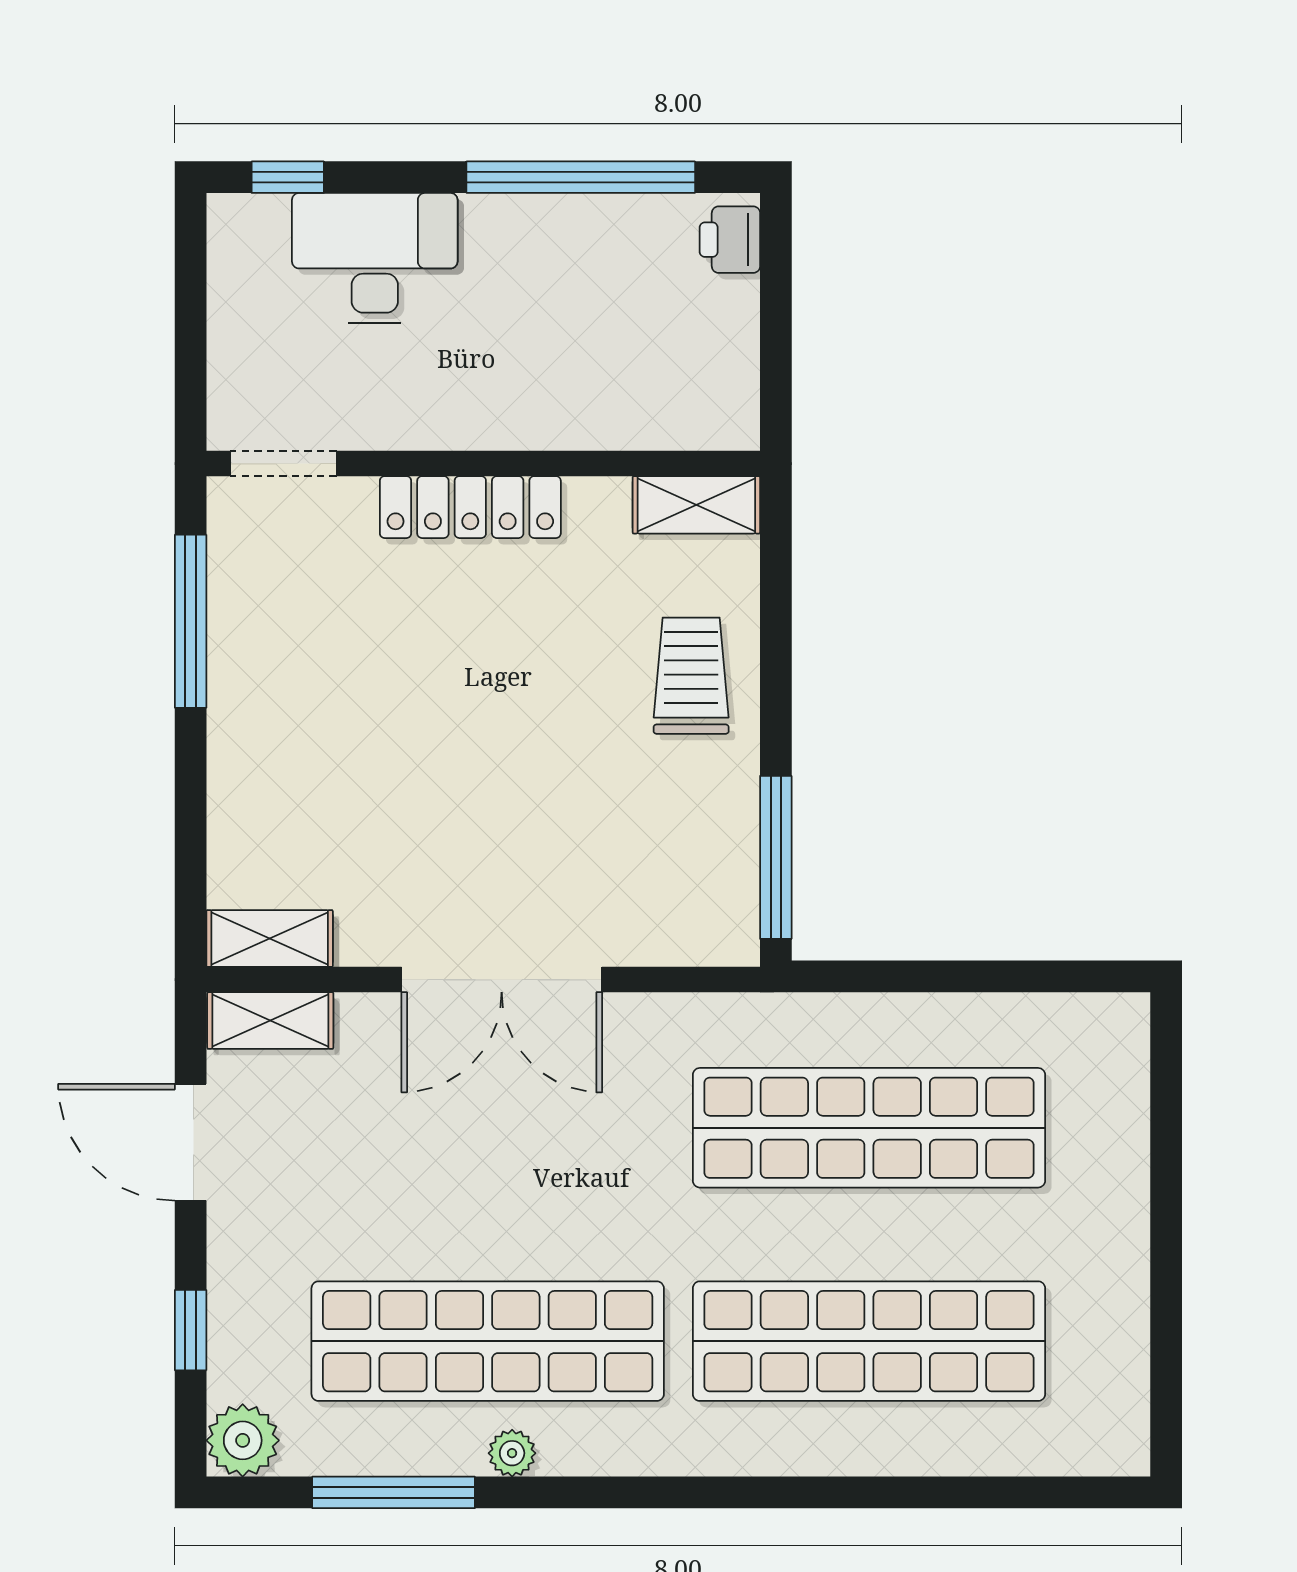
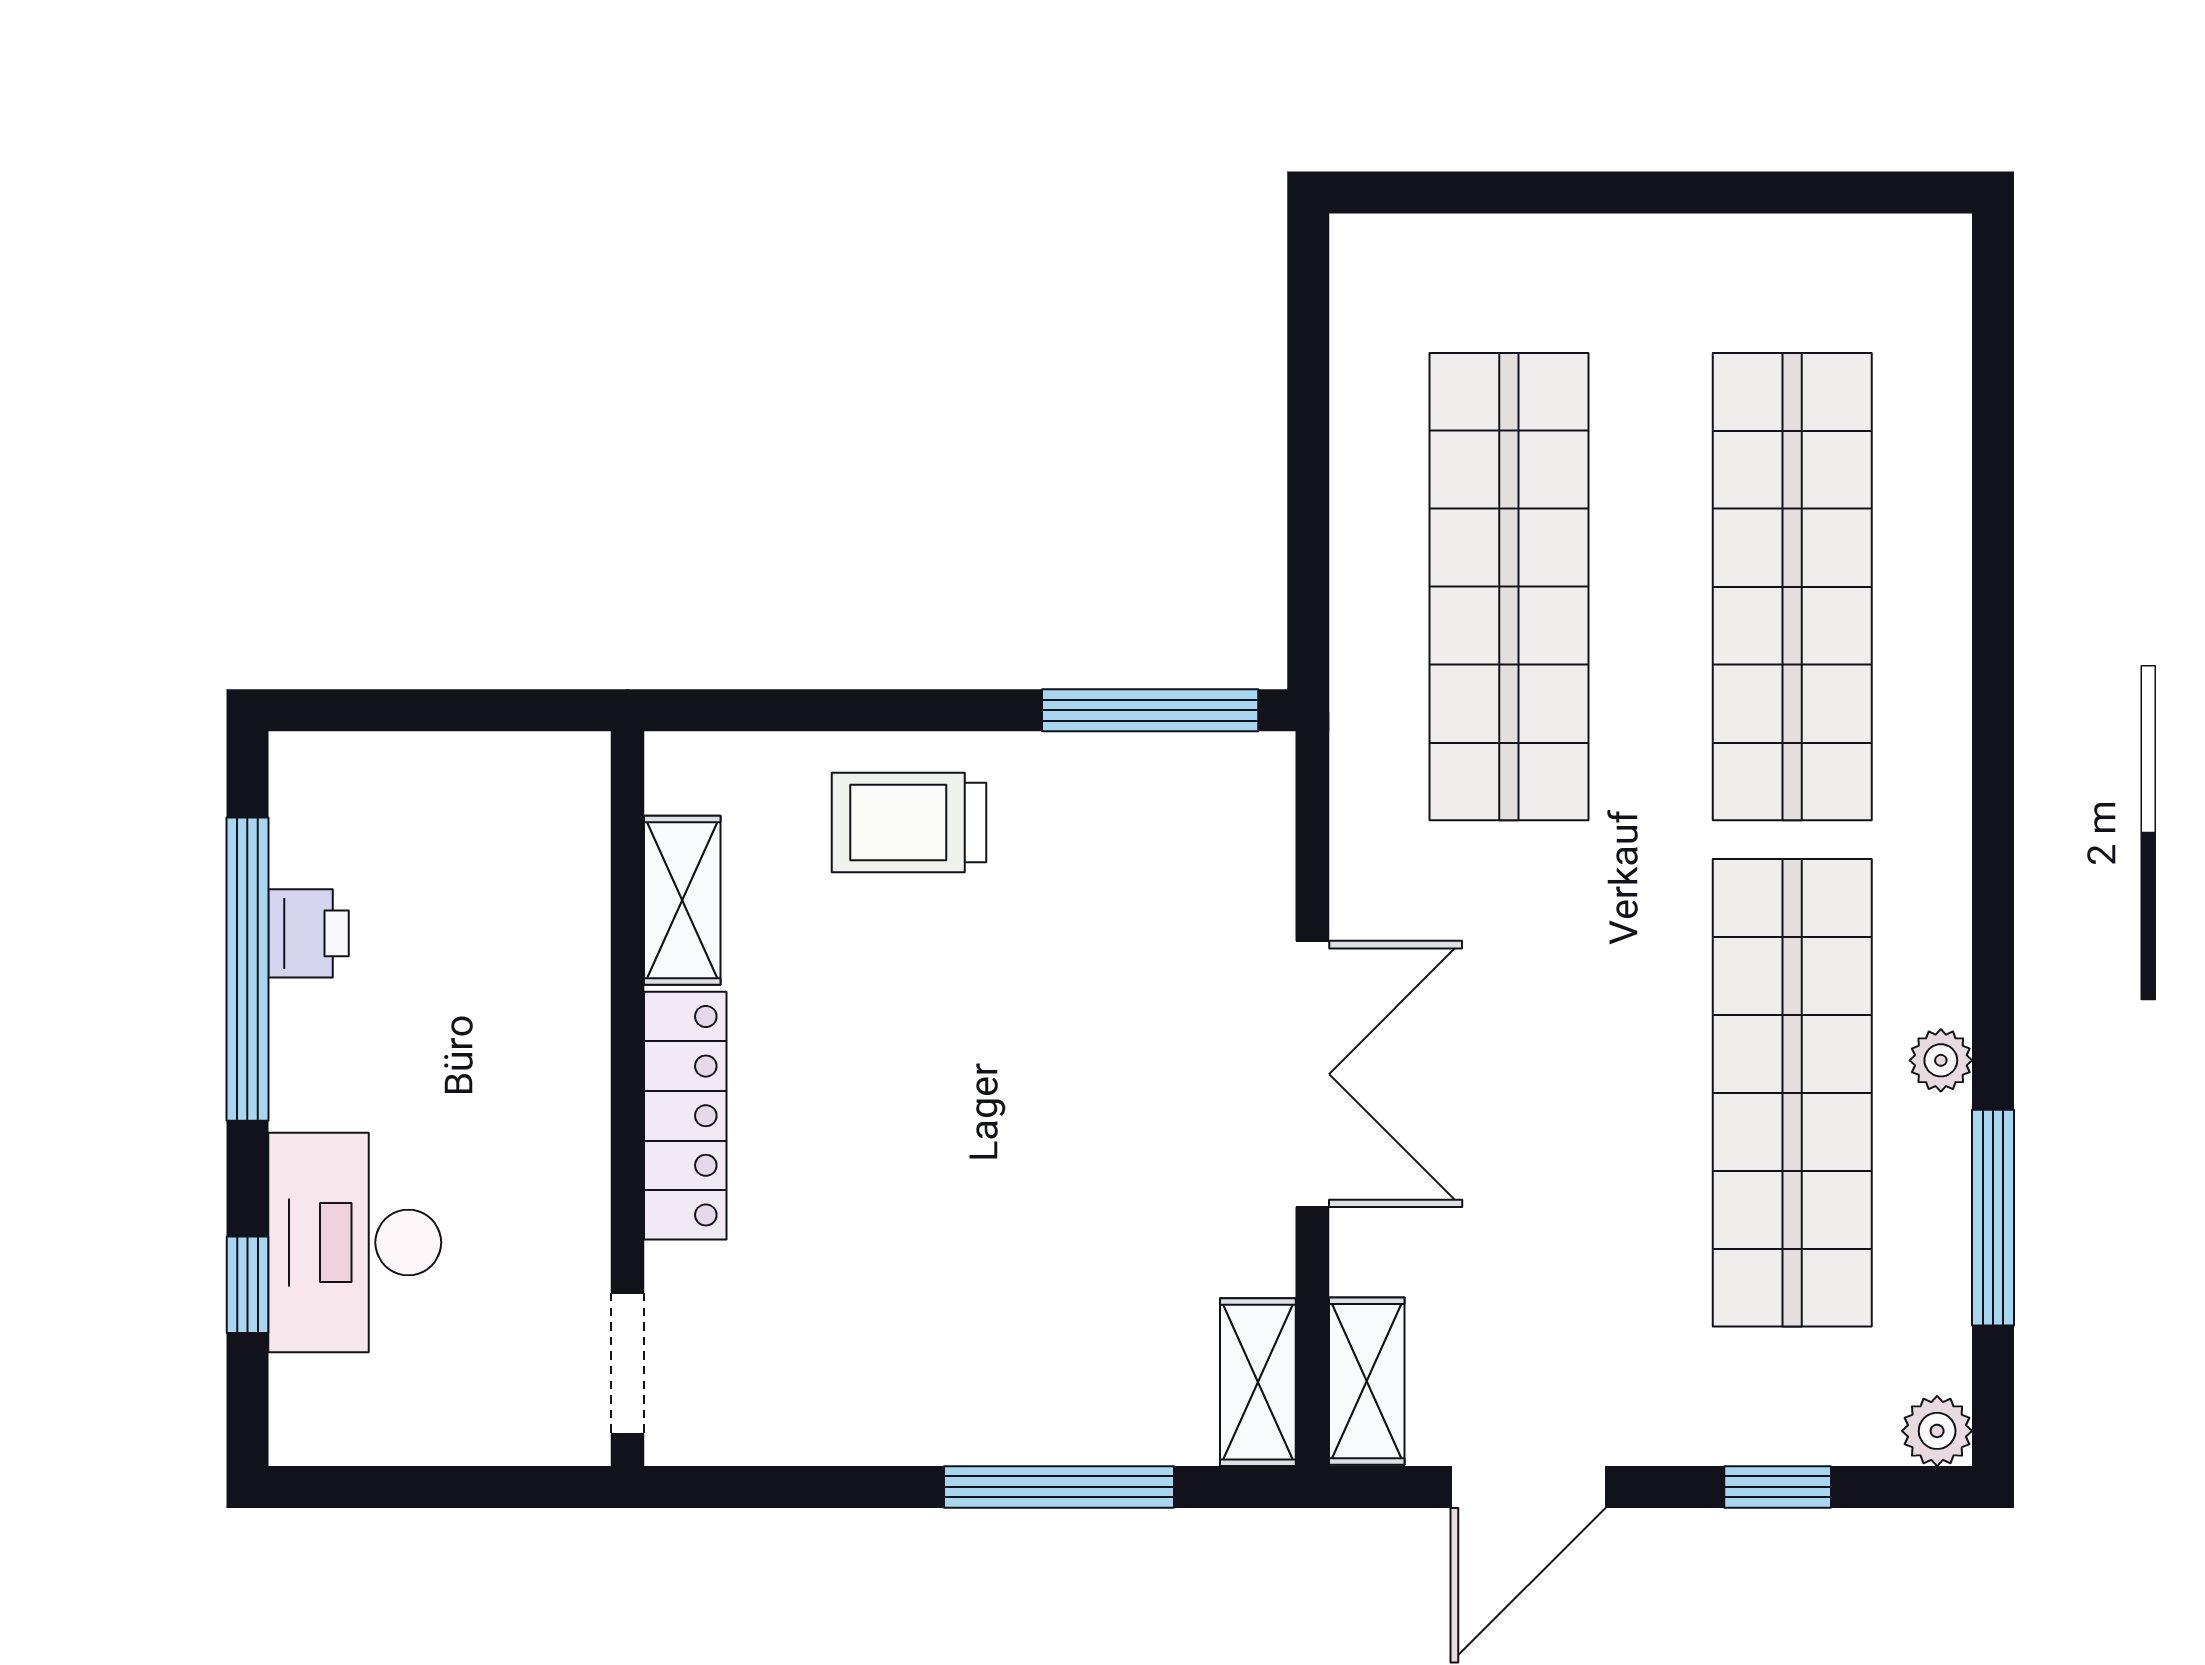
window: (288, 177) -> (247, 1285), moved
printer: (730, 240) -> (309, 933), moved, turned -90
shelving: (696, 505) -> (682, 900), moved
window: (191, 621) -> (1059, 1487), moved
plant: (243, 1440) -> (1937, 1431), width x0.73, depth x0.73

